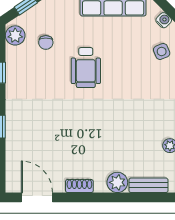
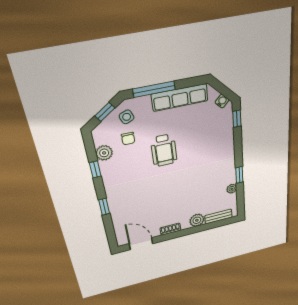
plant: (15, 35) -> (104, 153), moved
side table: (162, 51) -> (127, 117), moved

